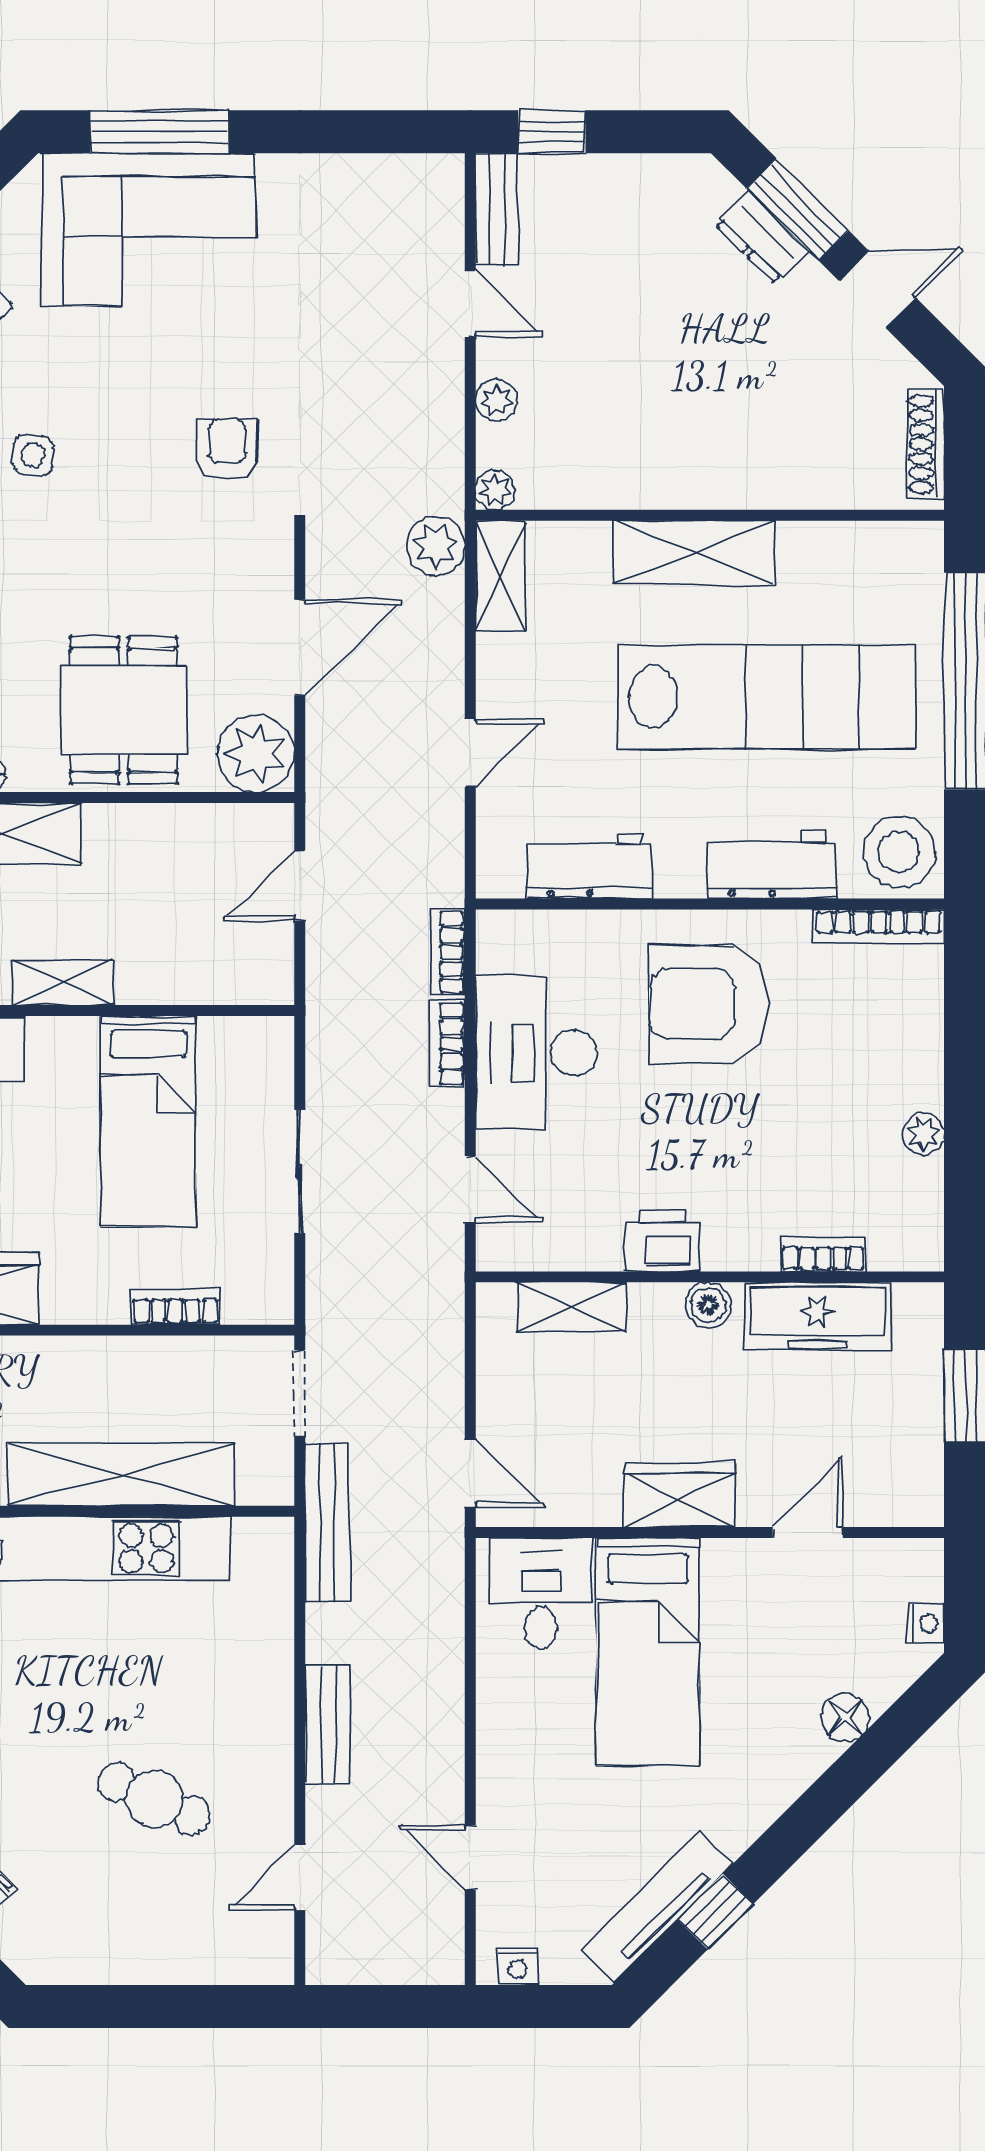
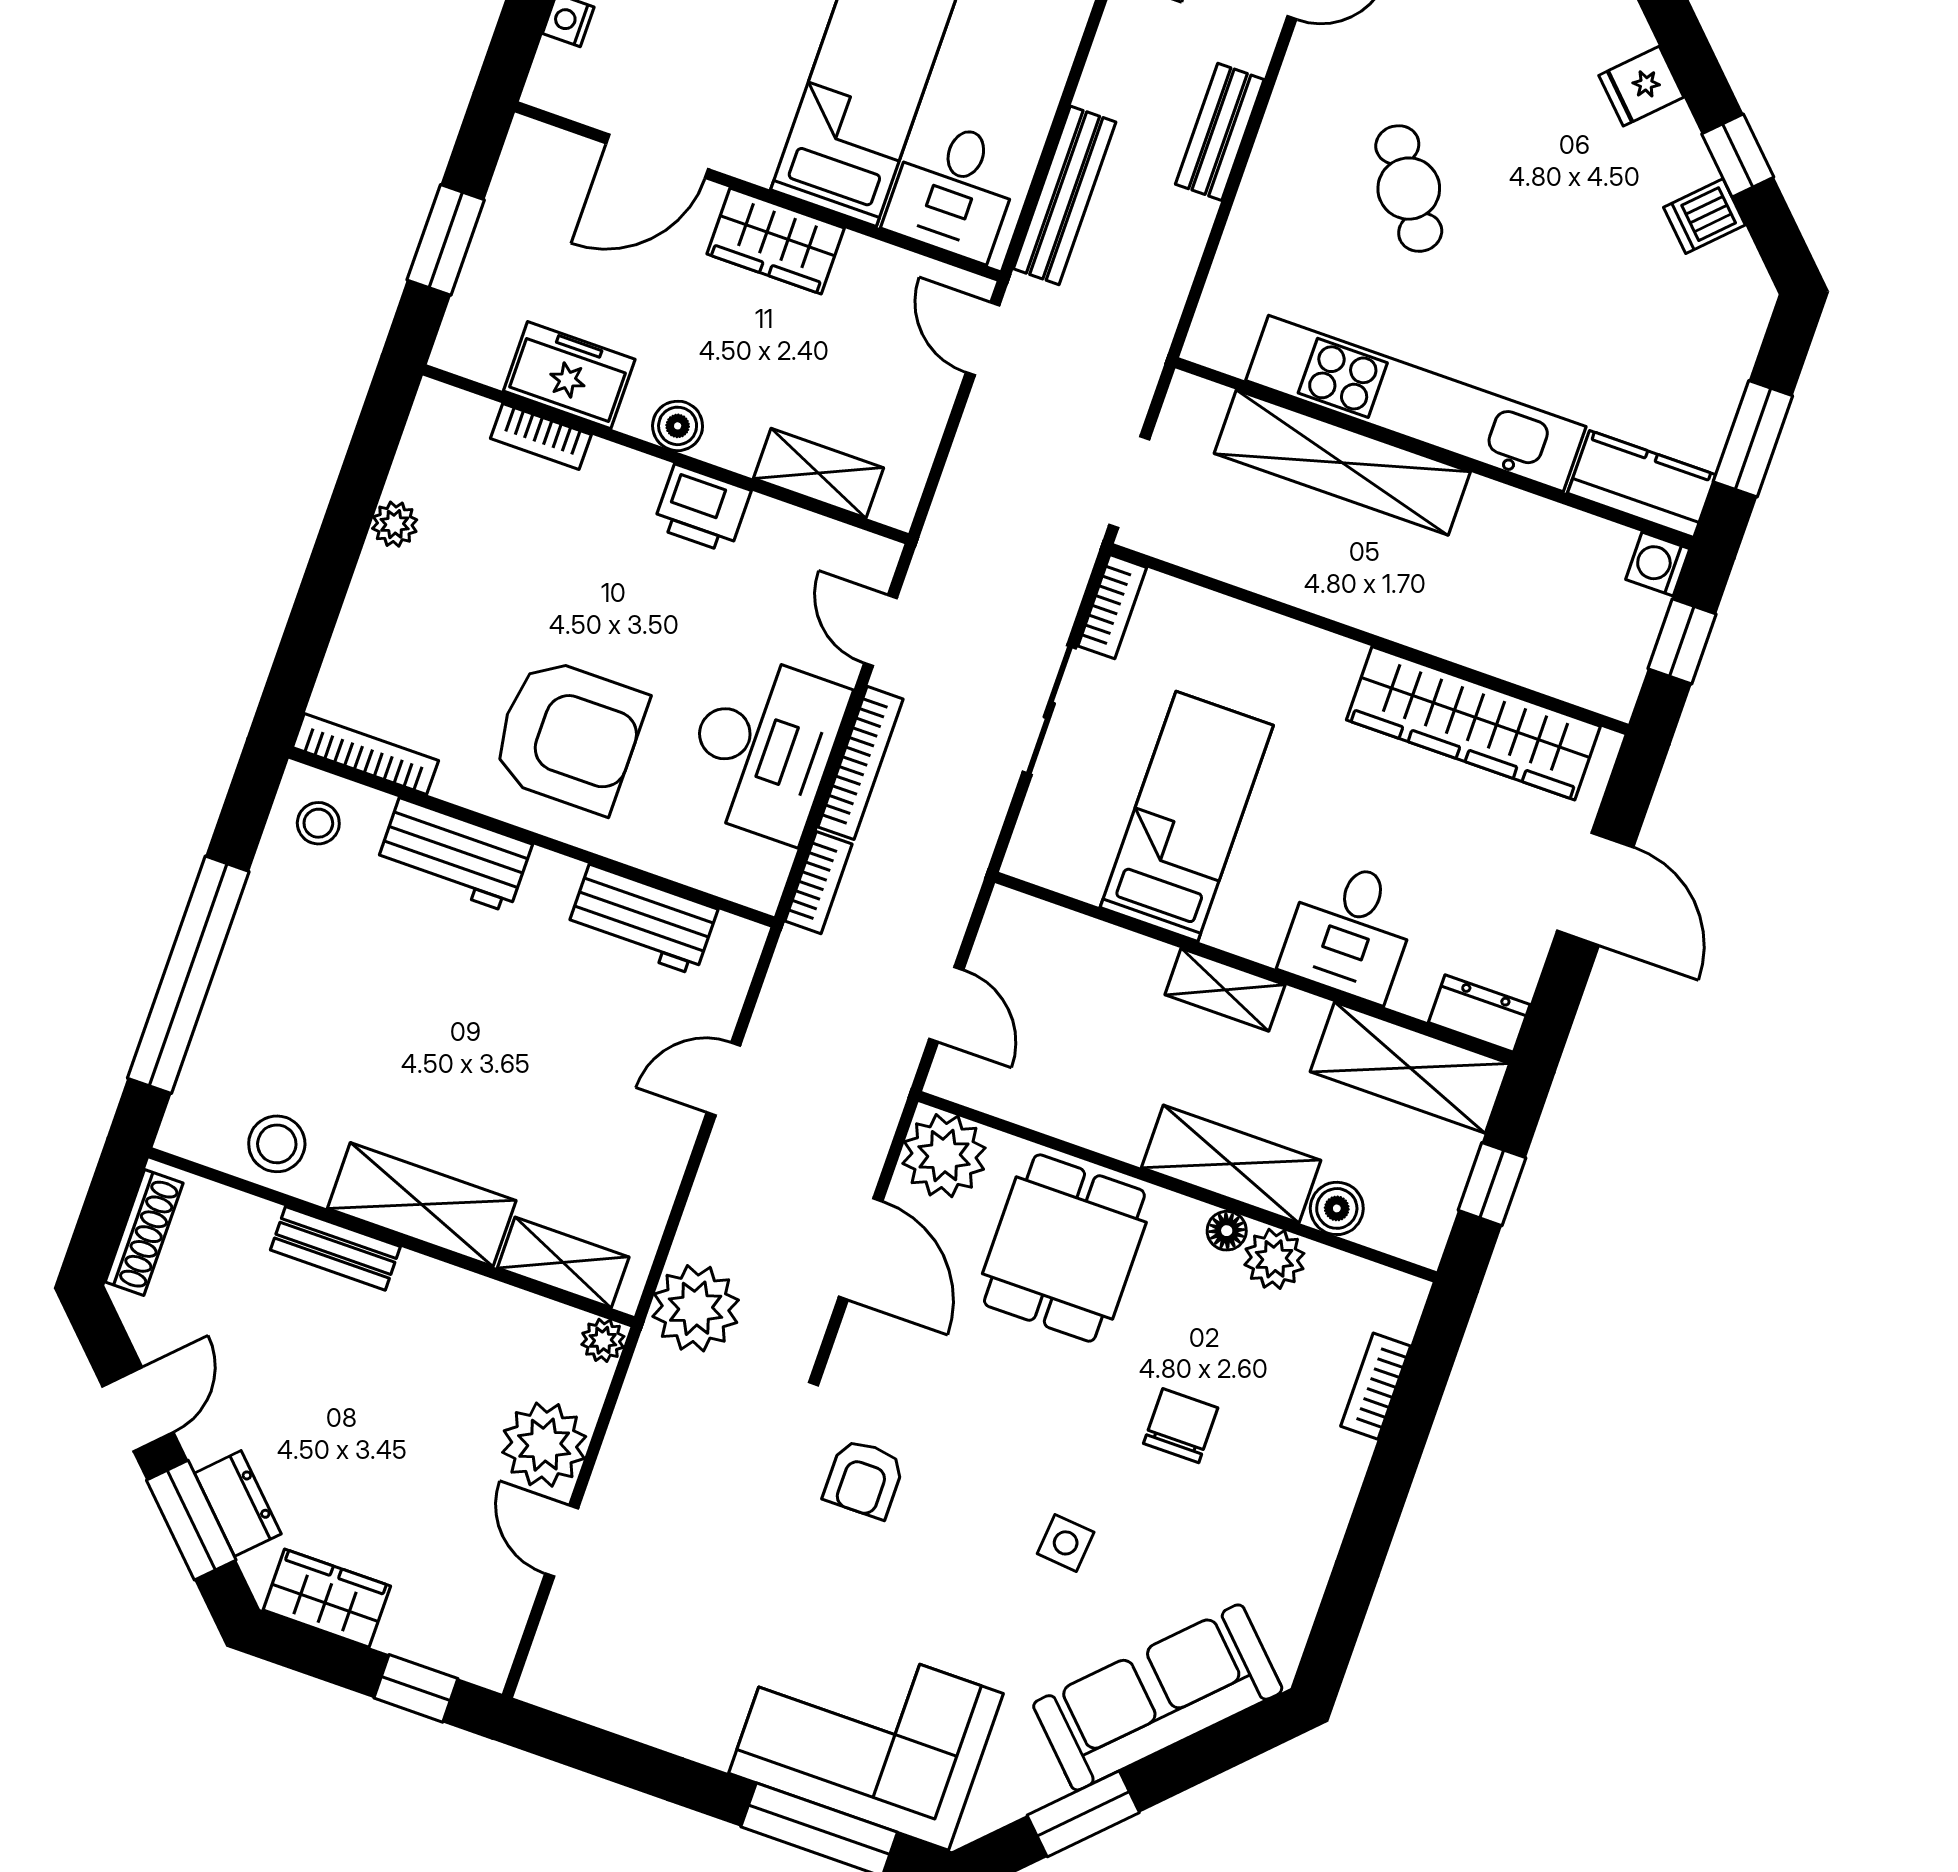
wardrobe: (656, 183) -> (327, 1598), added
bench: (497, 209) -> (335, 1248), moved, turned 90
door: (877, 289) -> (138, 1409), swing flipped
plant: (496, 400) -> (544, 1445), width x1.88, depth x1.88
plant: (435, 546) -> (696, 1308), width x1.36, depth x1.36
stool: (838, 561) -> (277, 1144), added
shelving: (500, 576) -> (563, 1262), moved, turned 90
door: (300, 647) -> (861, 1249), swing flipped
lab bench: (767, 697) -> (399, 1030), removed
stool: (899, 852) -> (318, 823), width x0.53, depth x0.53
door: (300, 885) -> (946, 1004), hinge flipped
bookcase: (447, 1044) -> (861, 763), width x1.56
bookcase: (175, 1307) -> (1112, 607), moved, turned -90
freezer: (817, 1316) -> (569, 375), width x0.71
bench: (327, 1523) -> (1065, 195), moved
door: (808, 1532) -> (657, 156), width x1.37
cafe table: (154, 1799) -> (1409, 189), moved, turned 32

